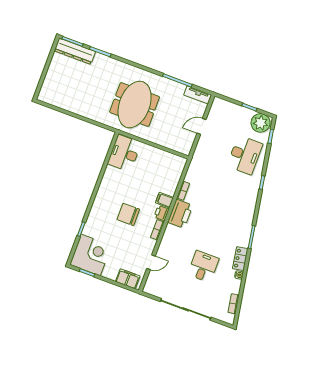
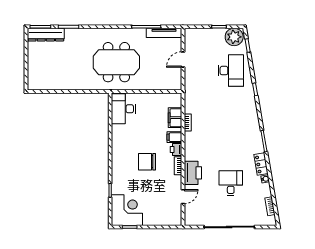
tv unit: (198, 95) -> (164, 33), width x1.41
meeting table: (135, 105) -> (116, 62), turned 90
printer: (180, 214) -> (193, 173), moved
filing cabinet: (128, 279) -> (175, 118), moved, turned -90

